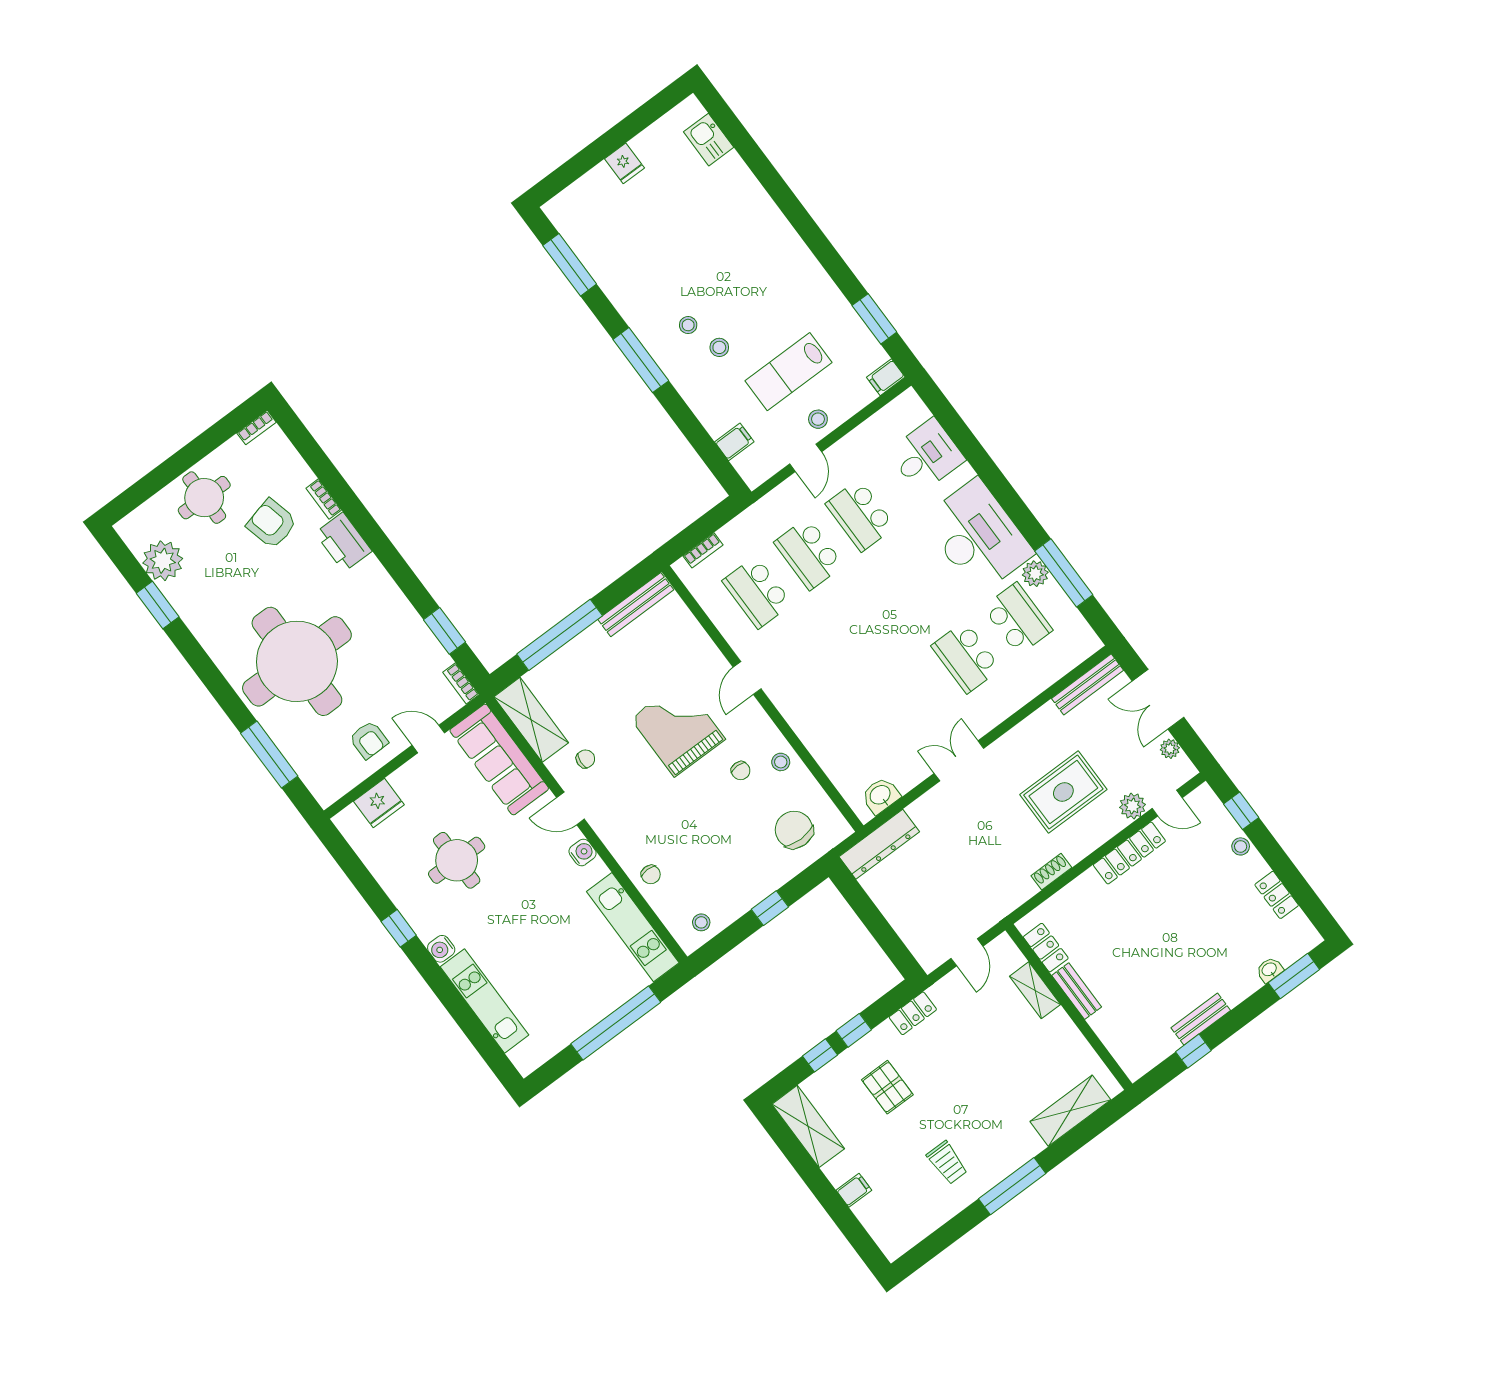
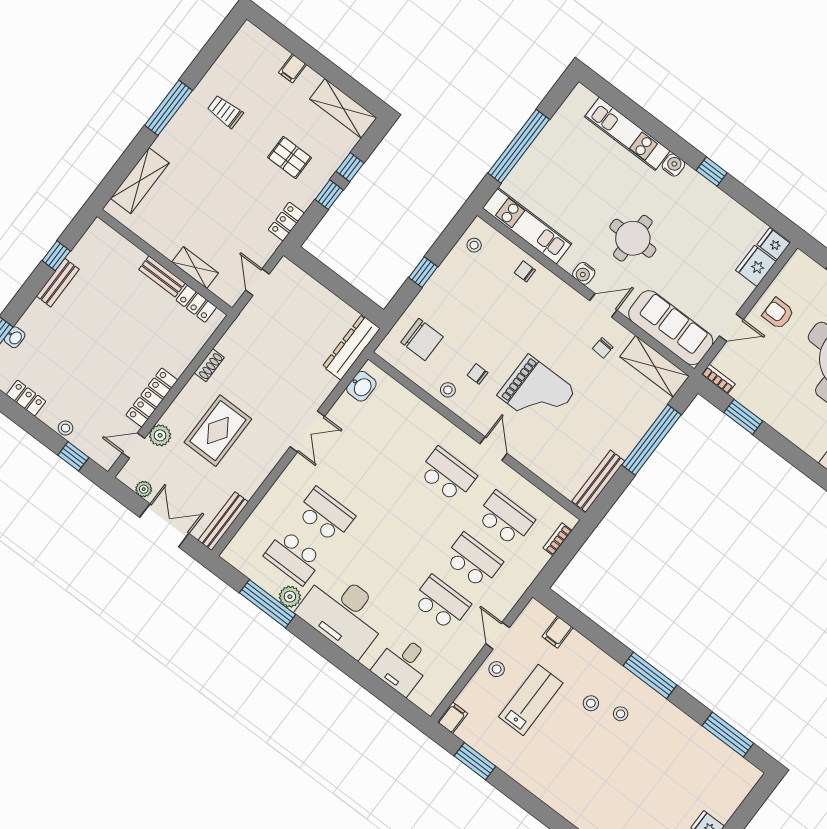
school desk: (810, 663) -> (447, 475), added
fridge: (351, 823) -> (774, 244), added
round table: (457, 860) -> (633, 238), moved

